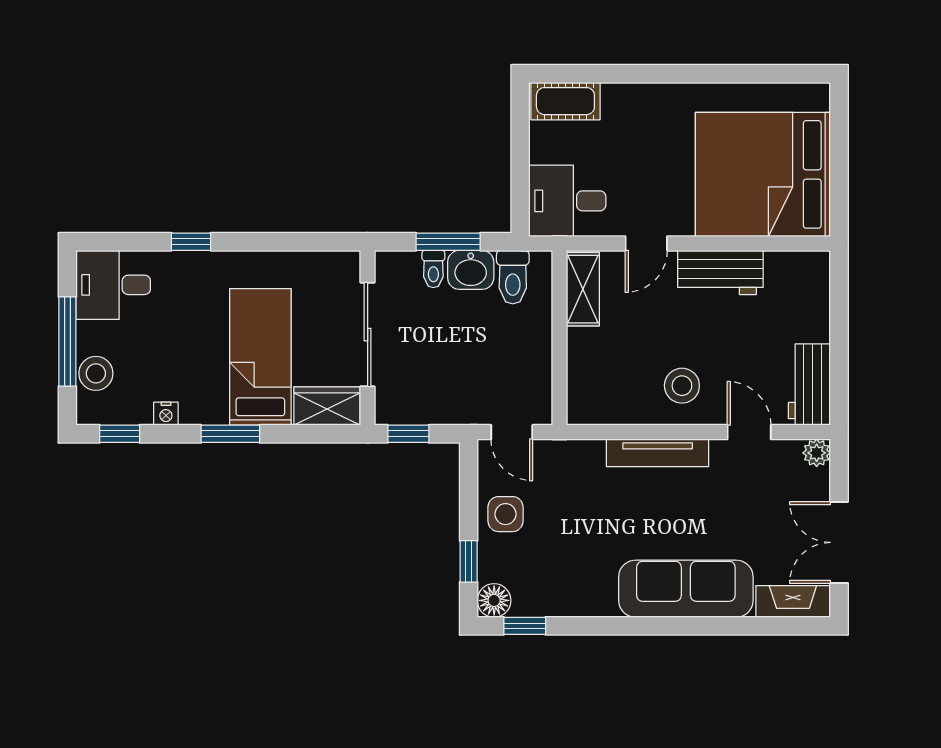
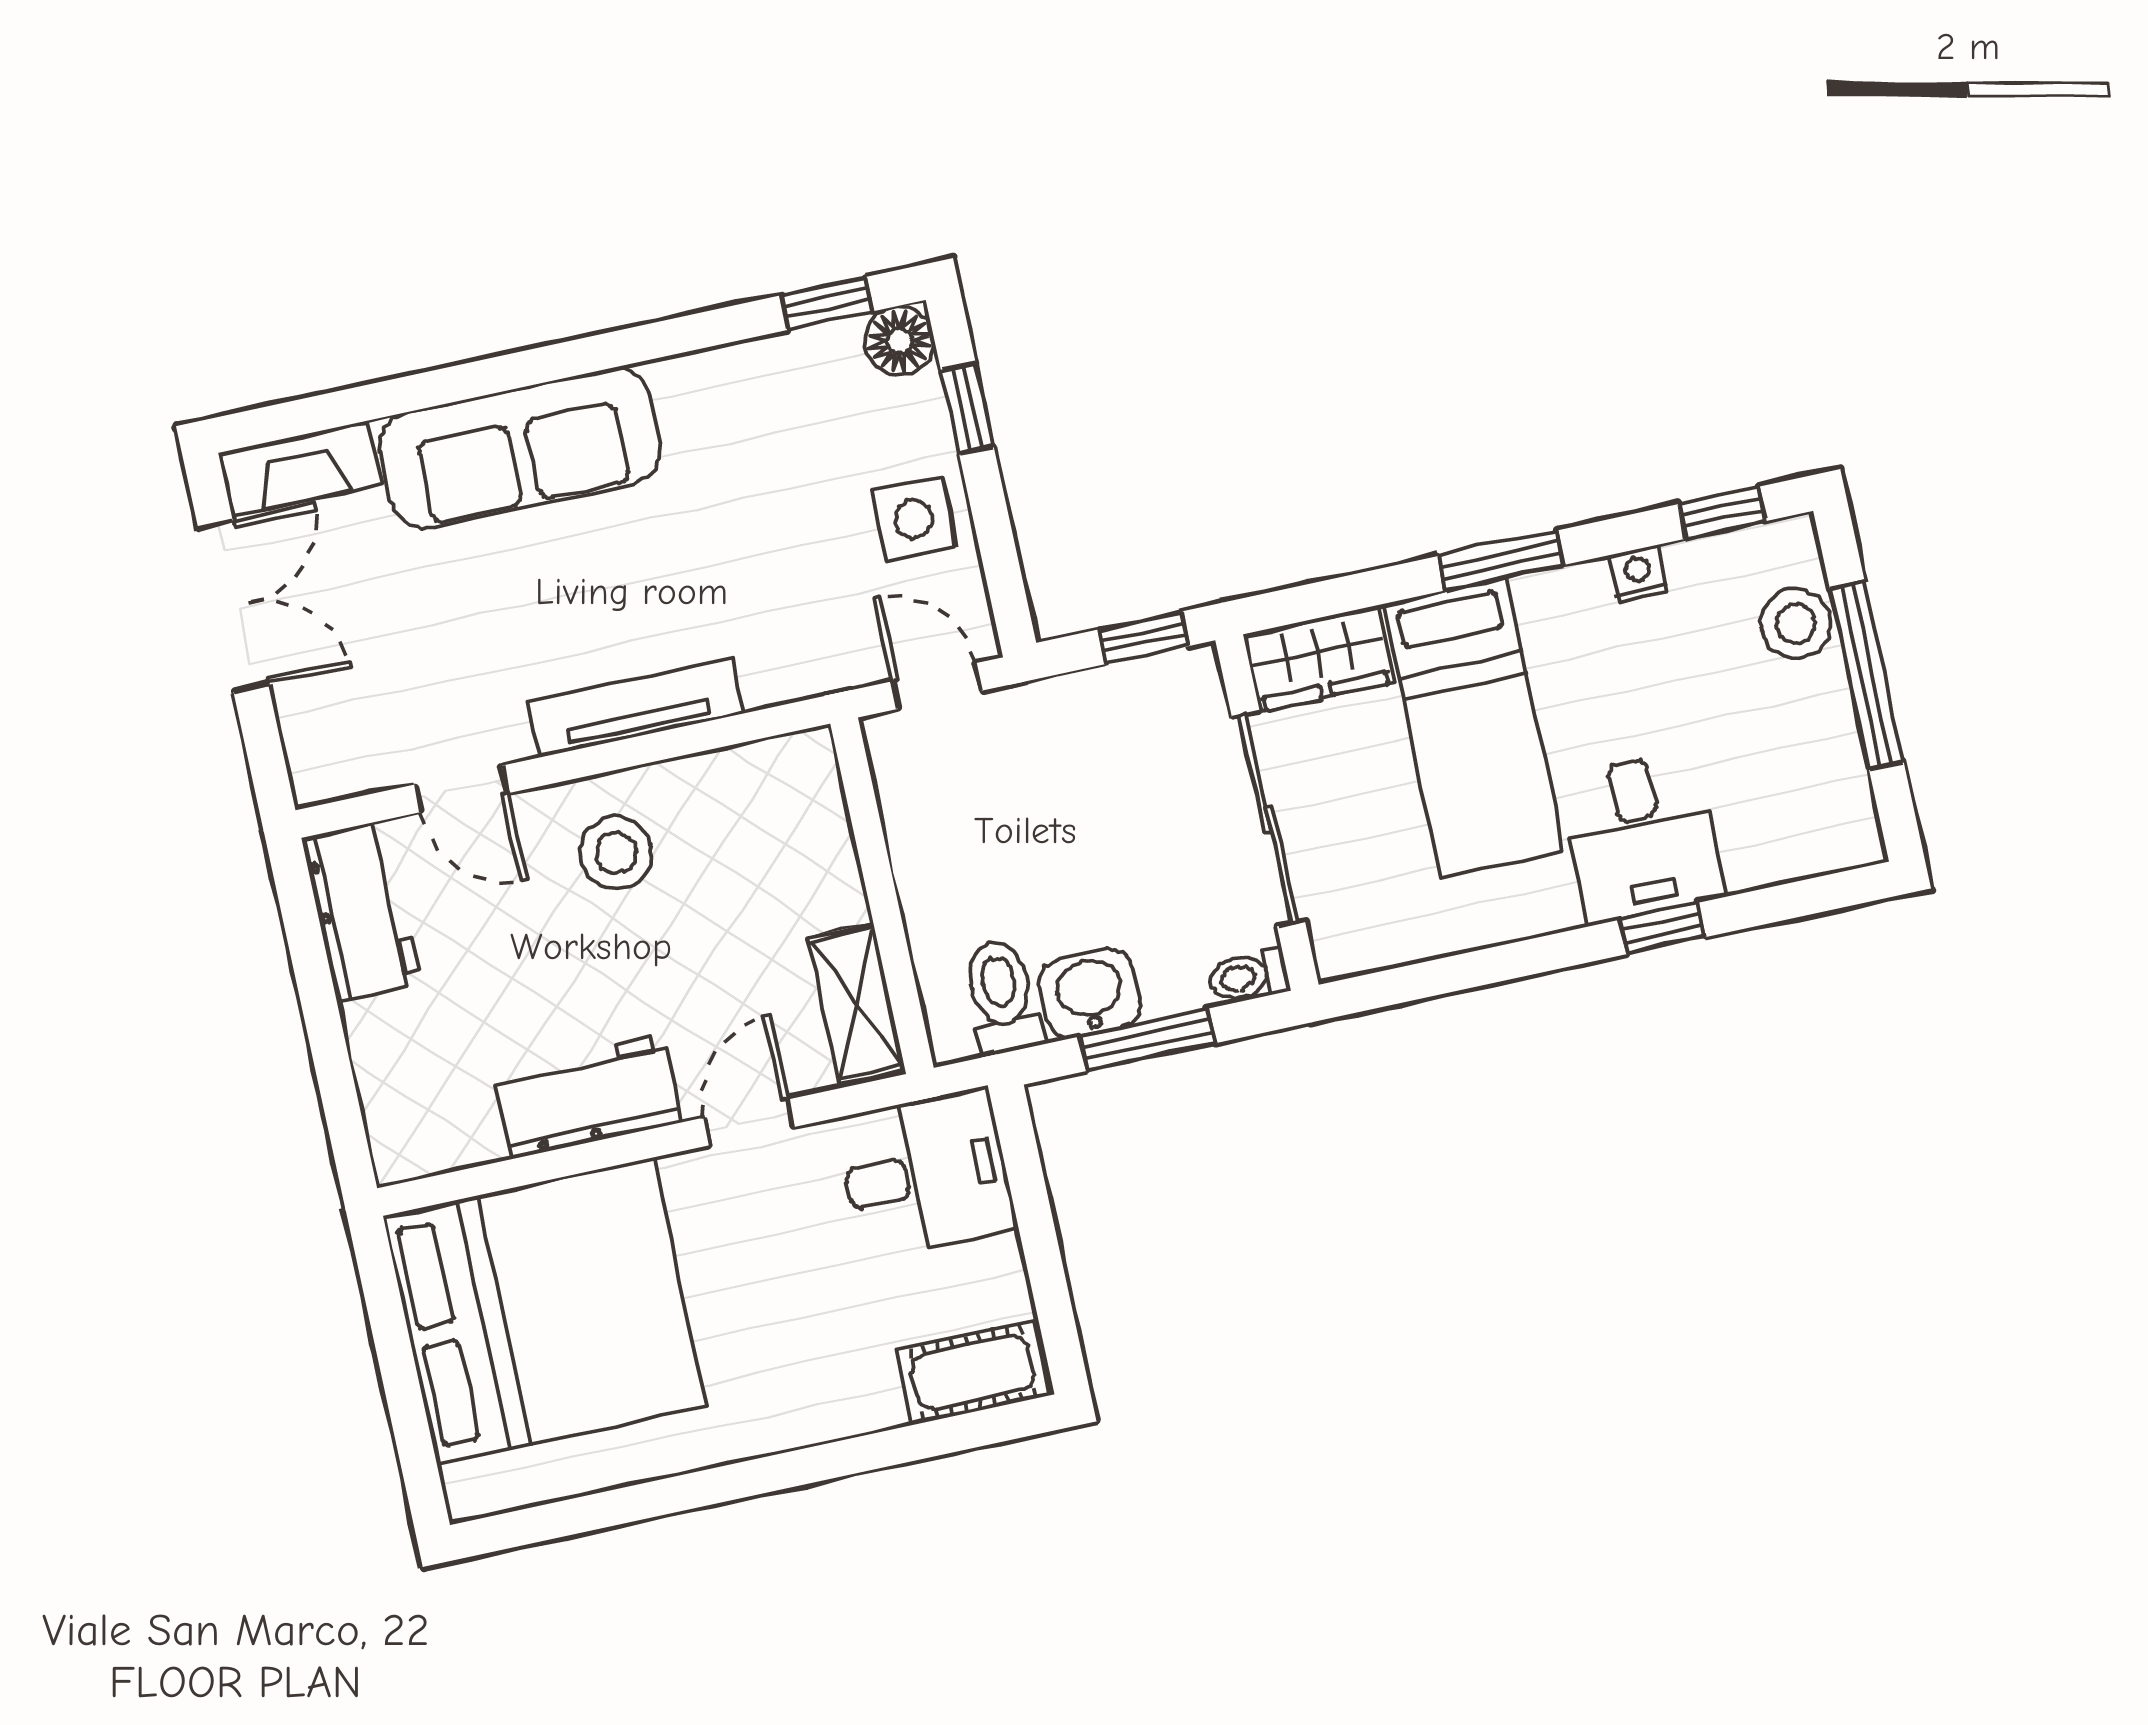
toilet: (433, 269) -> (1249, 976), moved, turned -90
desk: (113, 285) -> (1642, 837), moved, turned 90
plant: (817, 453) -> (317, 777), removed

